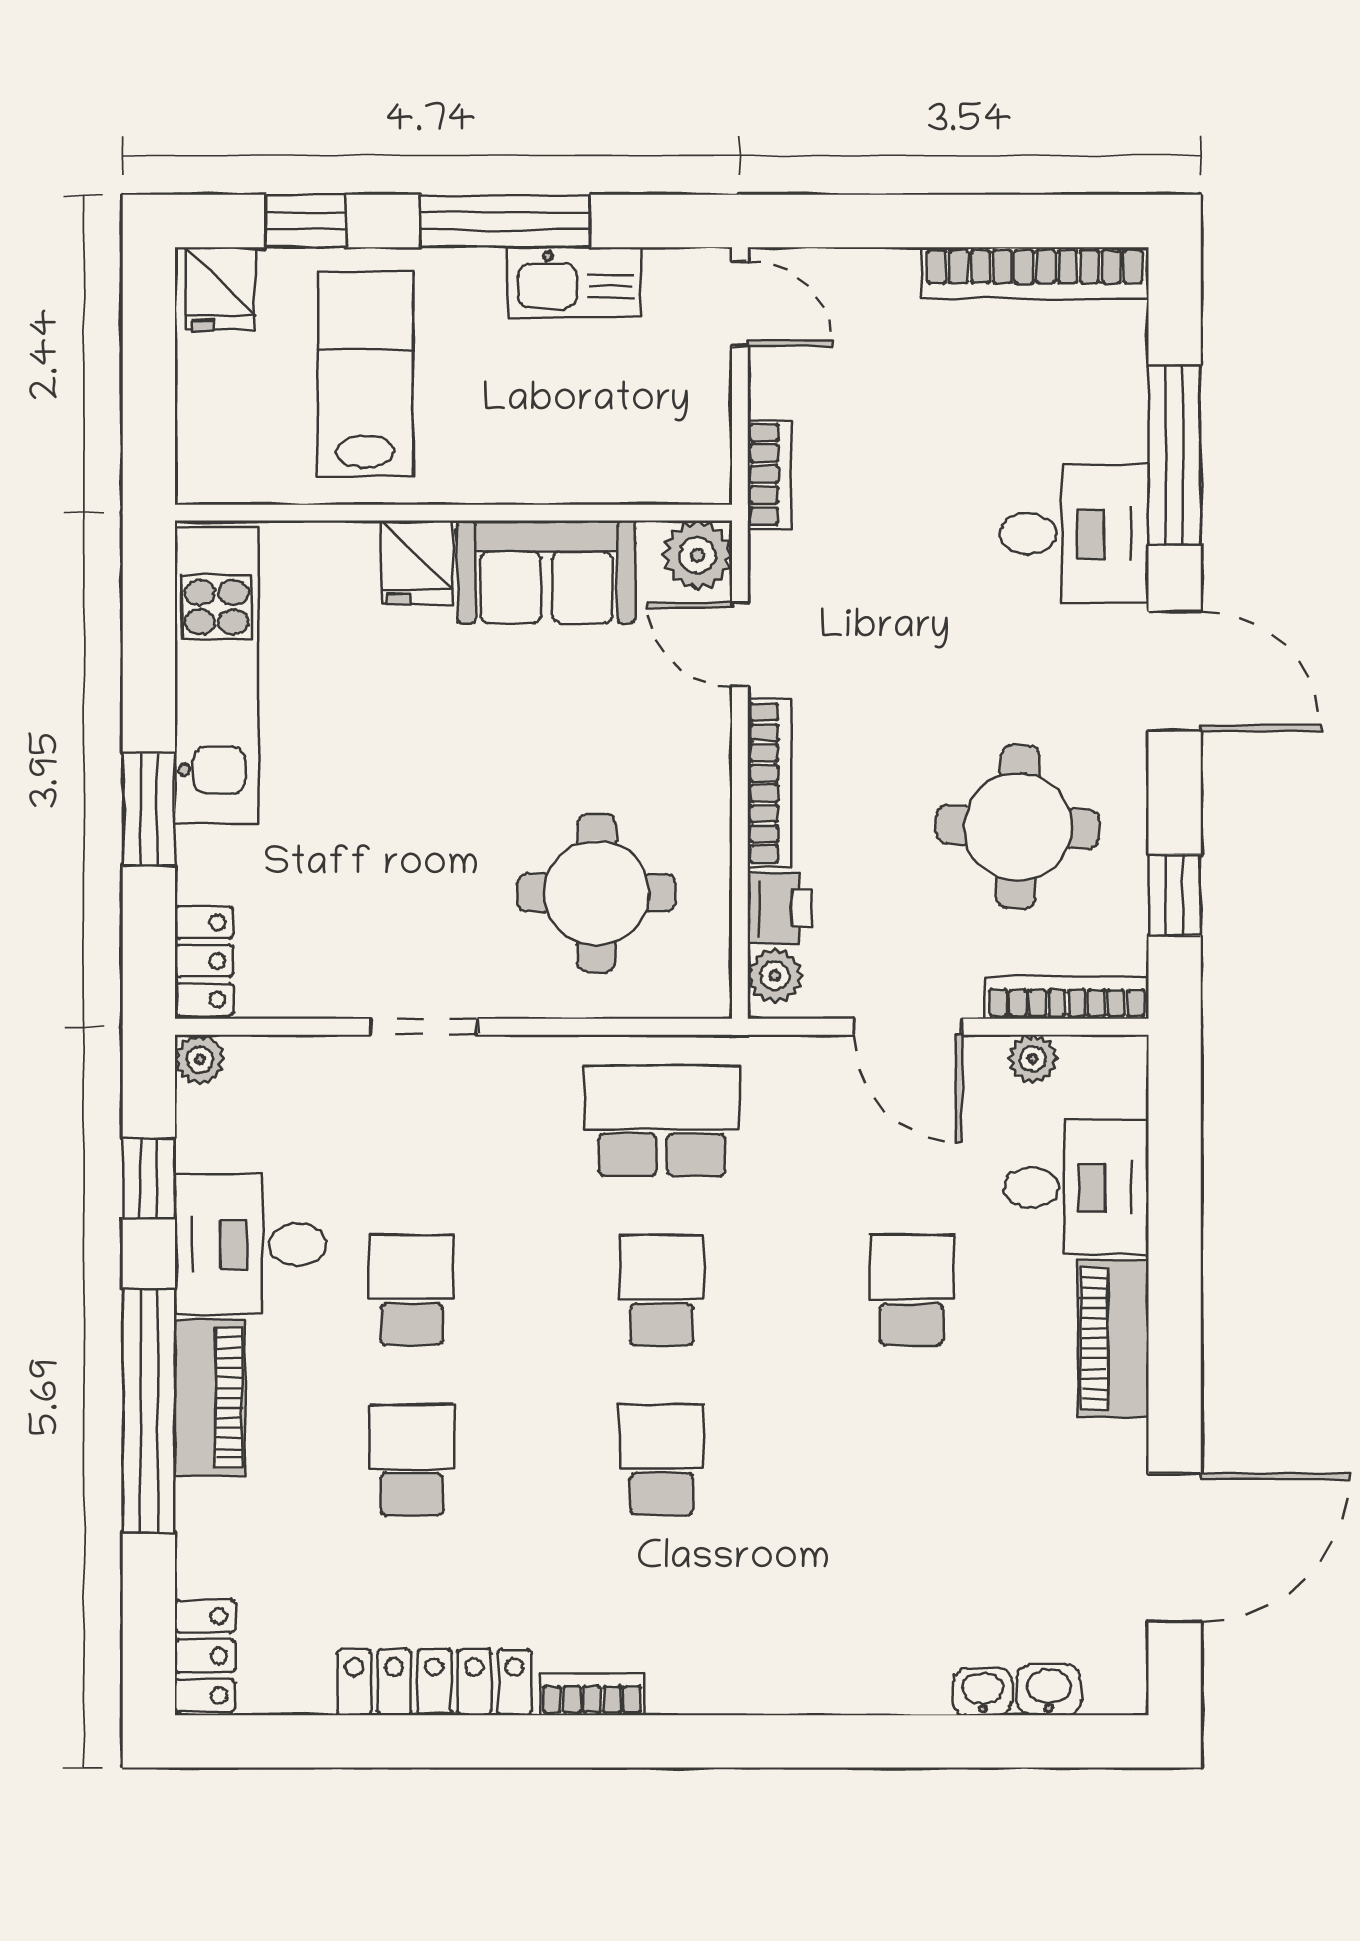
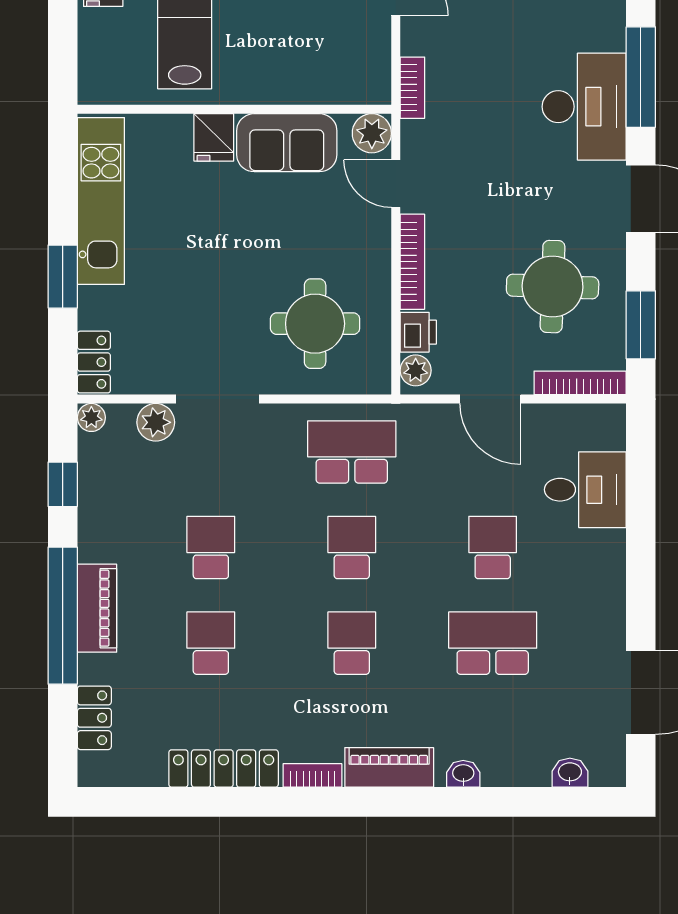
desk: (1074, 534) -> (584, 107), width x1.37
window: (1175, 895) -> (641, 325), width x1.50
doorway: (424, 1027) -> (218, 399), width x1.38
plant: (1033, 1059) -> (156, 422), moved, width x1.38, depth x1.38
desk: (250, 1244) -> (120, 522), removed
piano: (1113, 1339) -> (389, 767), moved, turned 90
school desk: (912, 1460) -> (493, 643), added
locker: (205, 1656) -> (94, 718), moved
washbasin: (982, 1692) -> (463, 774), moved

